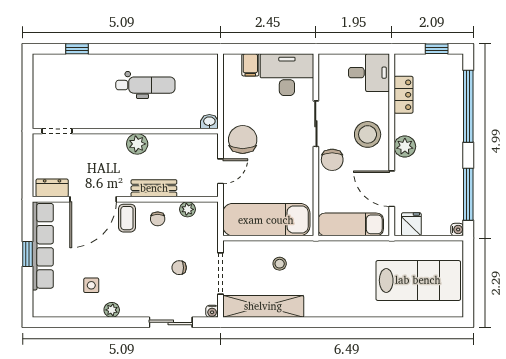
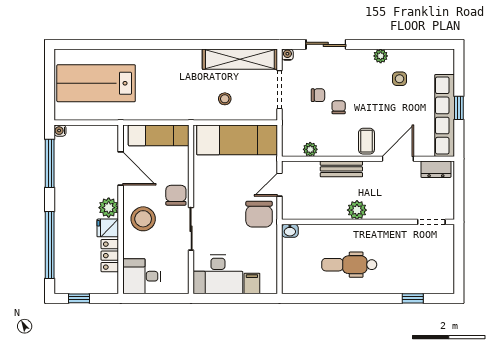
door: (93, 199) -> (398, 159), width x0.73
chair: (158, 219) -> (339, 107), moved
fridge: (411, 224) -> (108, 228), moved, turned 90

